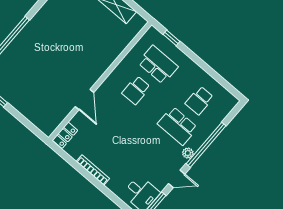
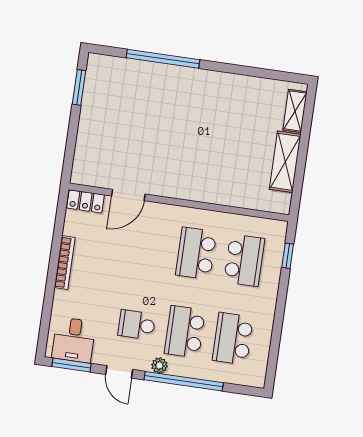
school desk: (136, 90) -> (196, 253), width x1.85
door: (84, 99) -> (128, 195), moved
school desk: (199, 100) -> (233, 339), width x1.85
school desk: (156, 151) -> (137, 325), added

